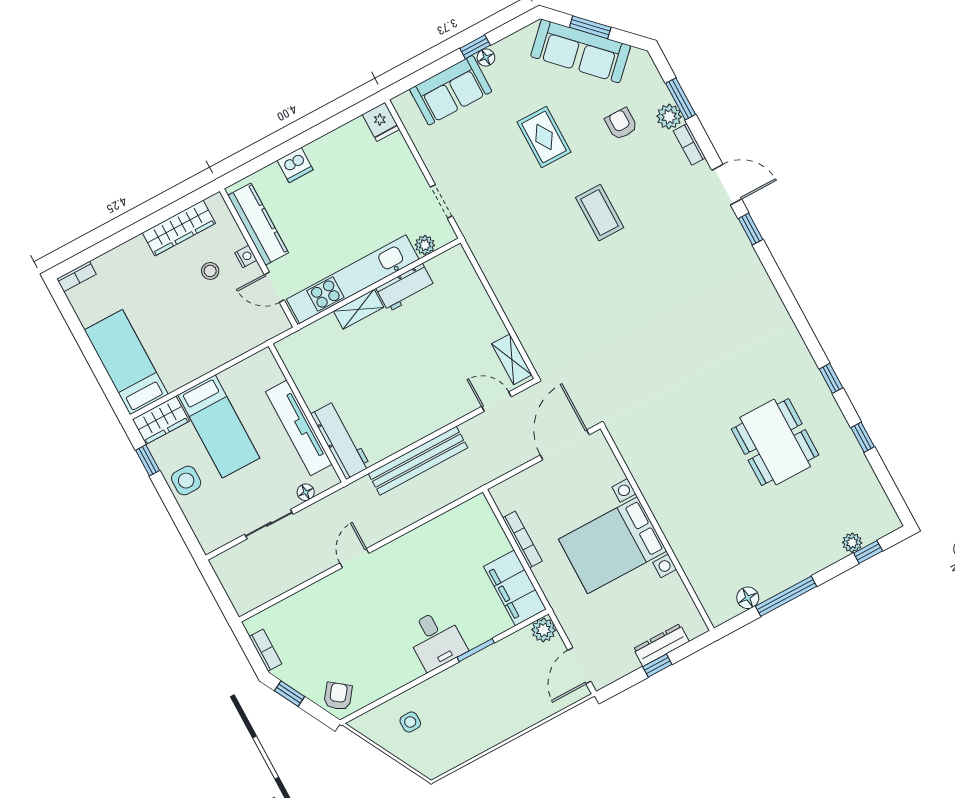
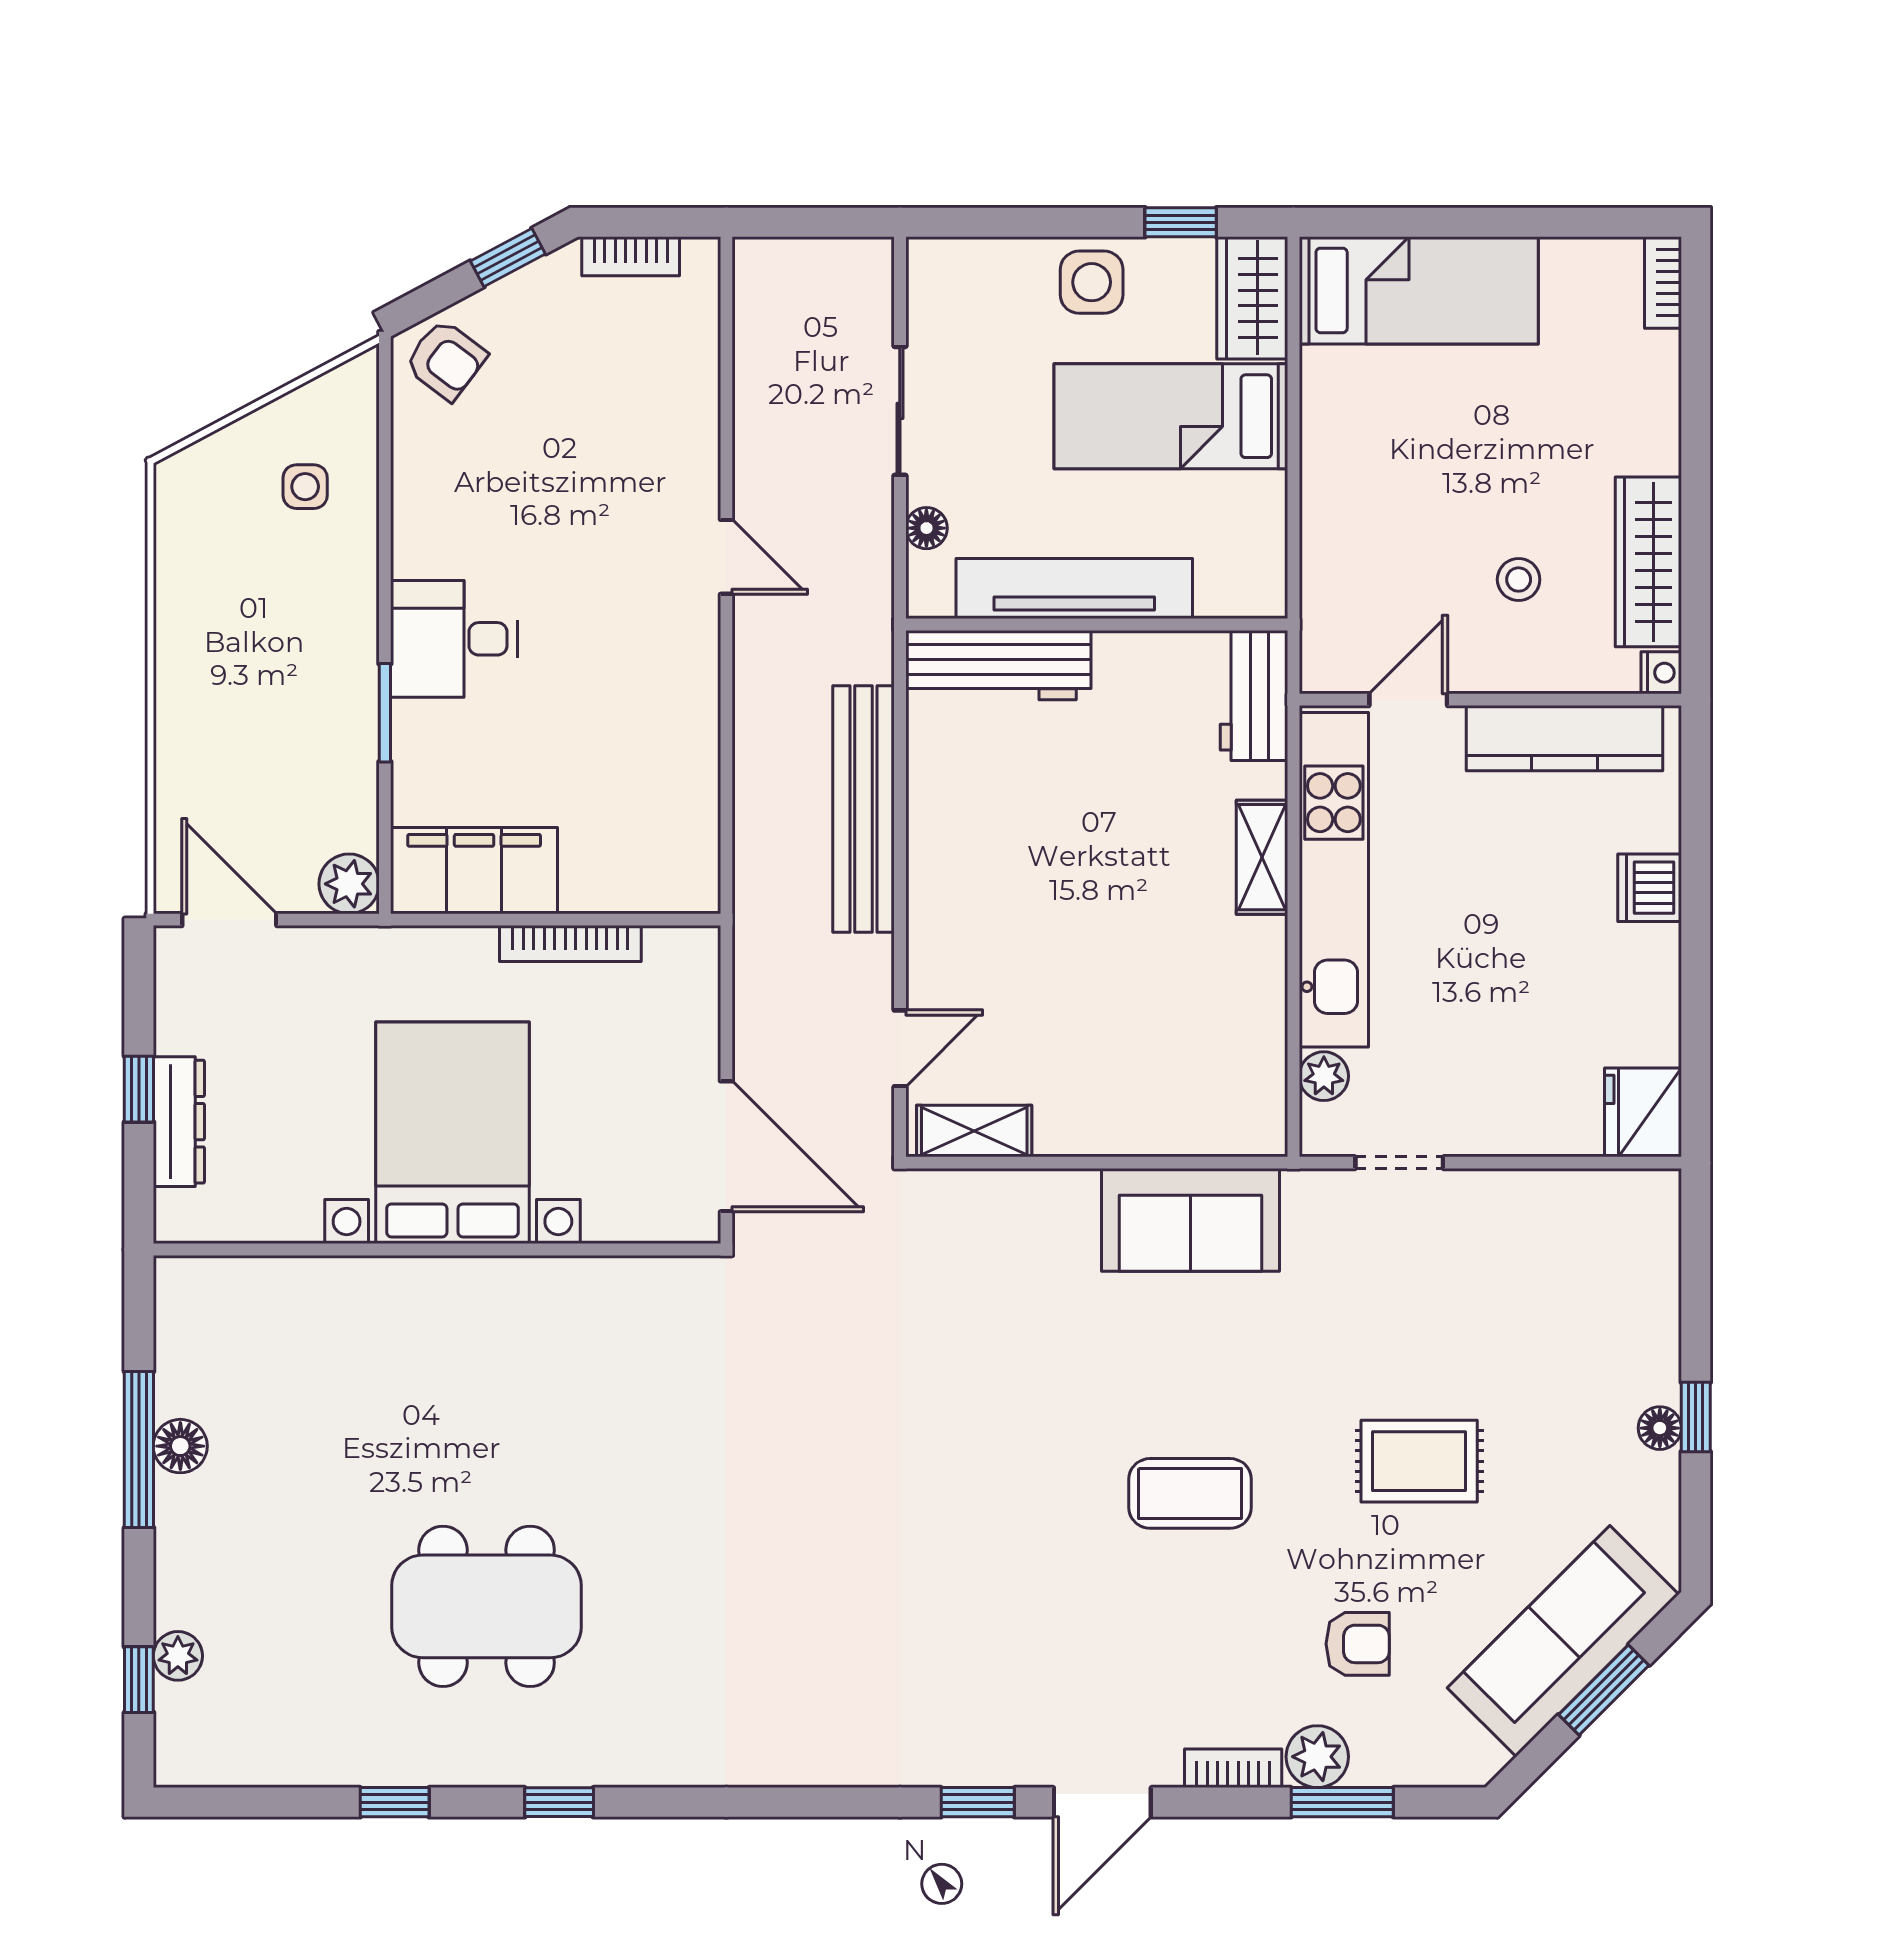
sofa: (451, 90) -> (1191, 1220), moved, turned -90
fridge: (381, 122) -> (1643, 1112), width x1.38
nightstand: (246, 256) -> (1661, 673), moved, turned -90
workbench: (405, 288) -> (1254, 695), moved
floor lamp: (748, 598) -> (180, 1446), moved

